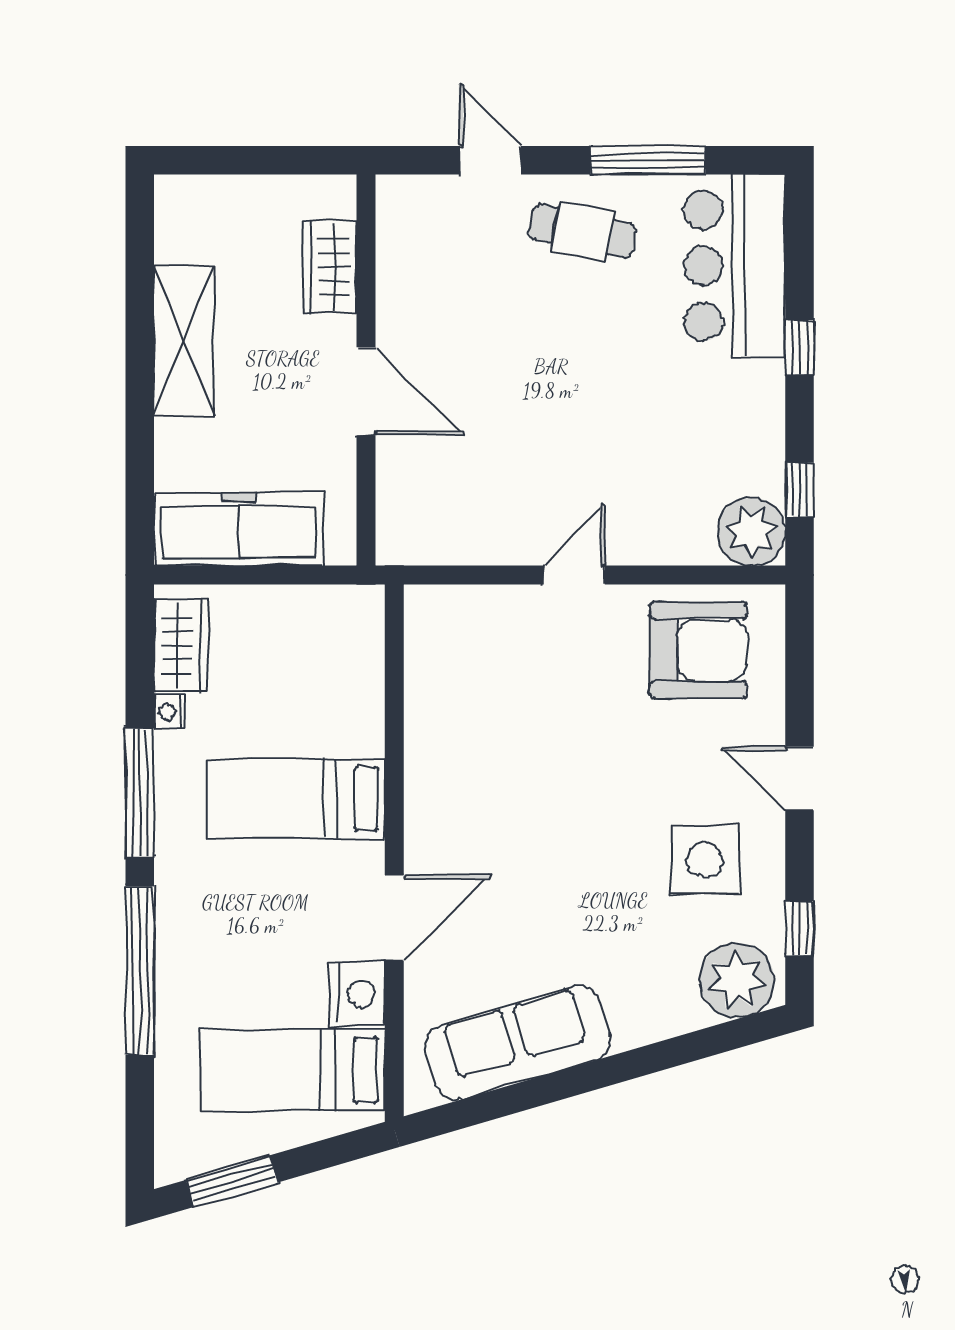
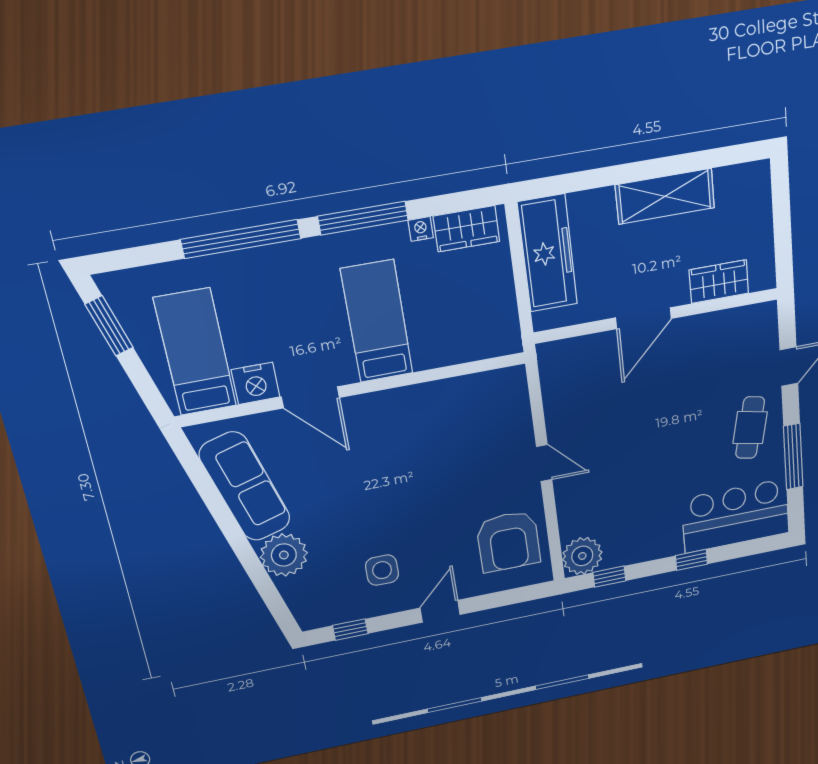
side table: (705, 860) -> (382, 570), width x0.73, depth x0.73
plant: (737, 980) -> (284, 555), moved

